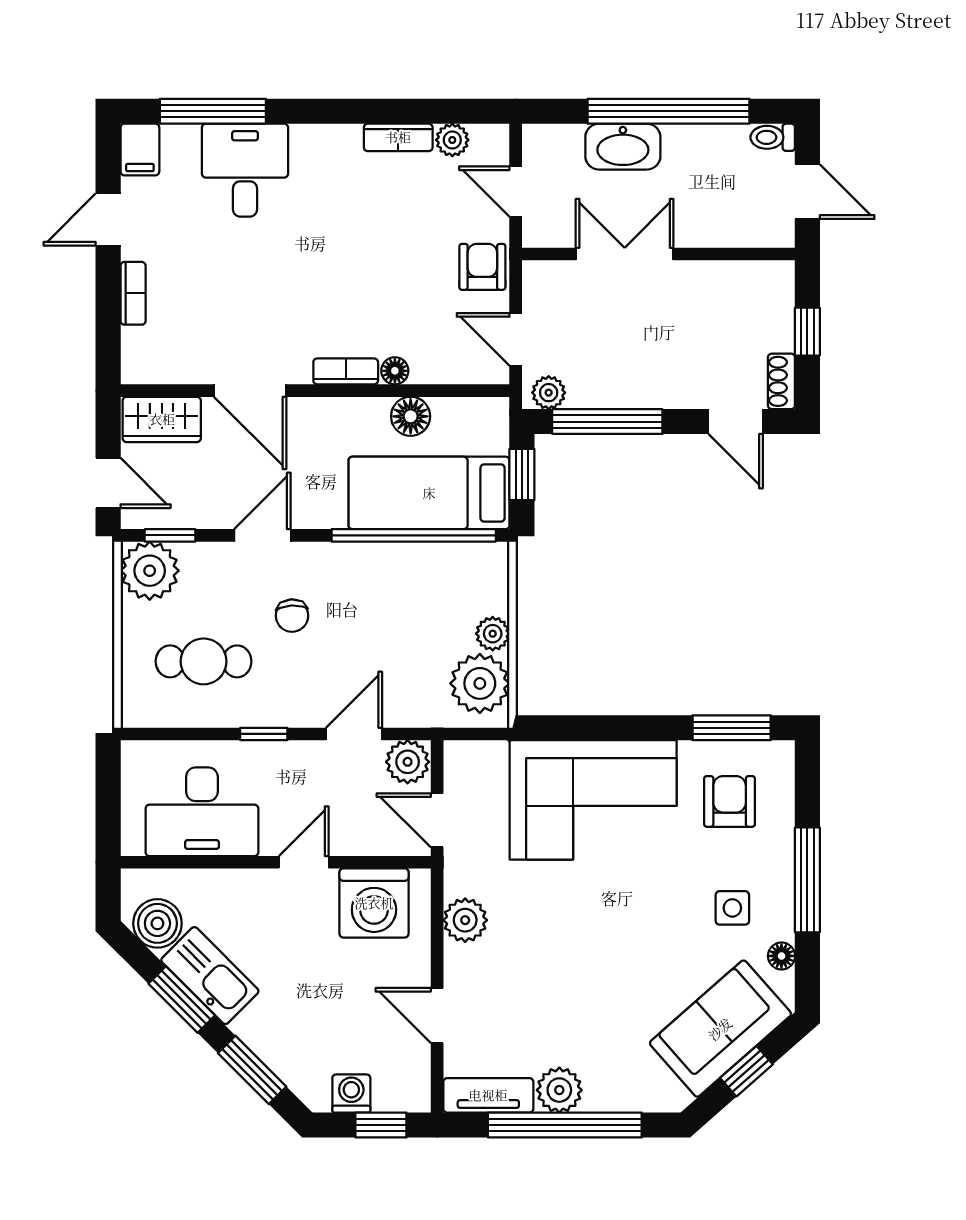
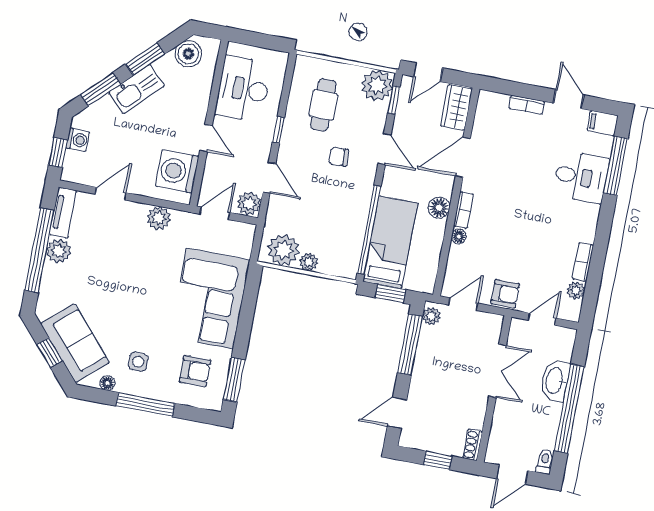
shoe rack: (781, 381) -> (473, 445), moved, turned -90
floor lamp: (411, 416) -> (439, 208), moved
kitchen sink: (210, 976) -> (137, 89), moved

